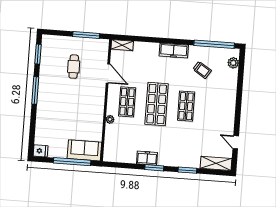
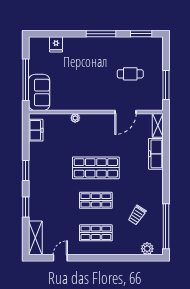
freezer: (174, 51) -> (156, 154), moved
shop shelf: (127, 102) -> (96, 233), moved
fridge: (41, 151) -> (56, 44), moved
freezer: (147, 158) -> (36, 130), moved

